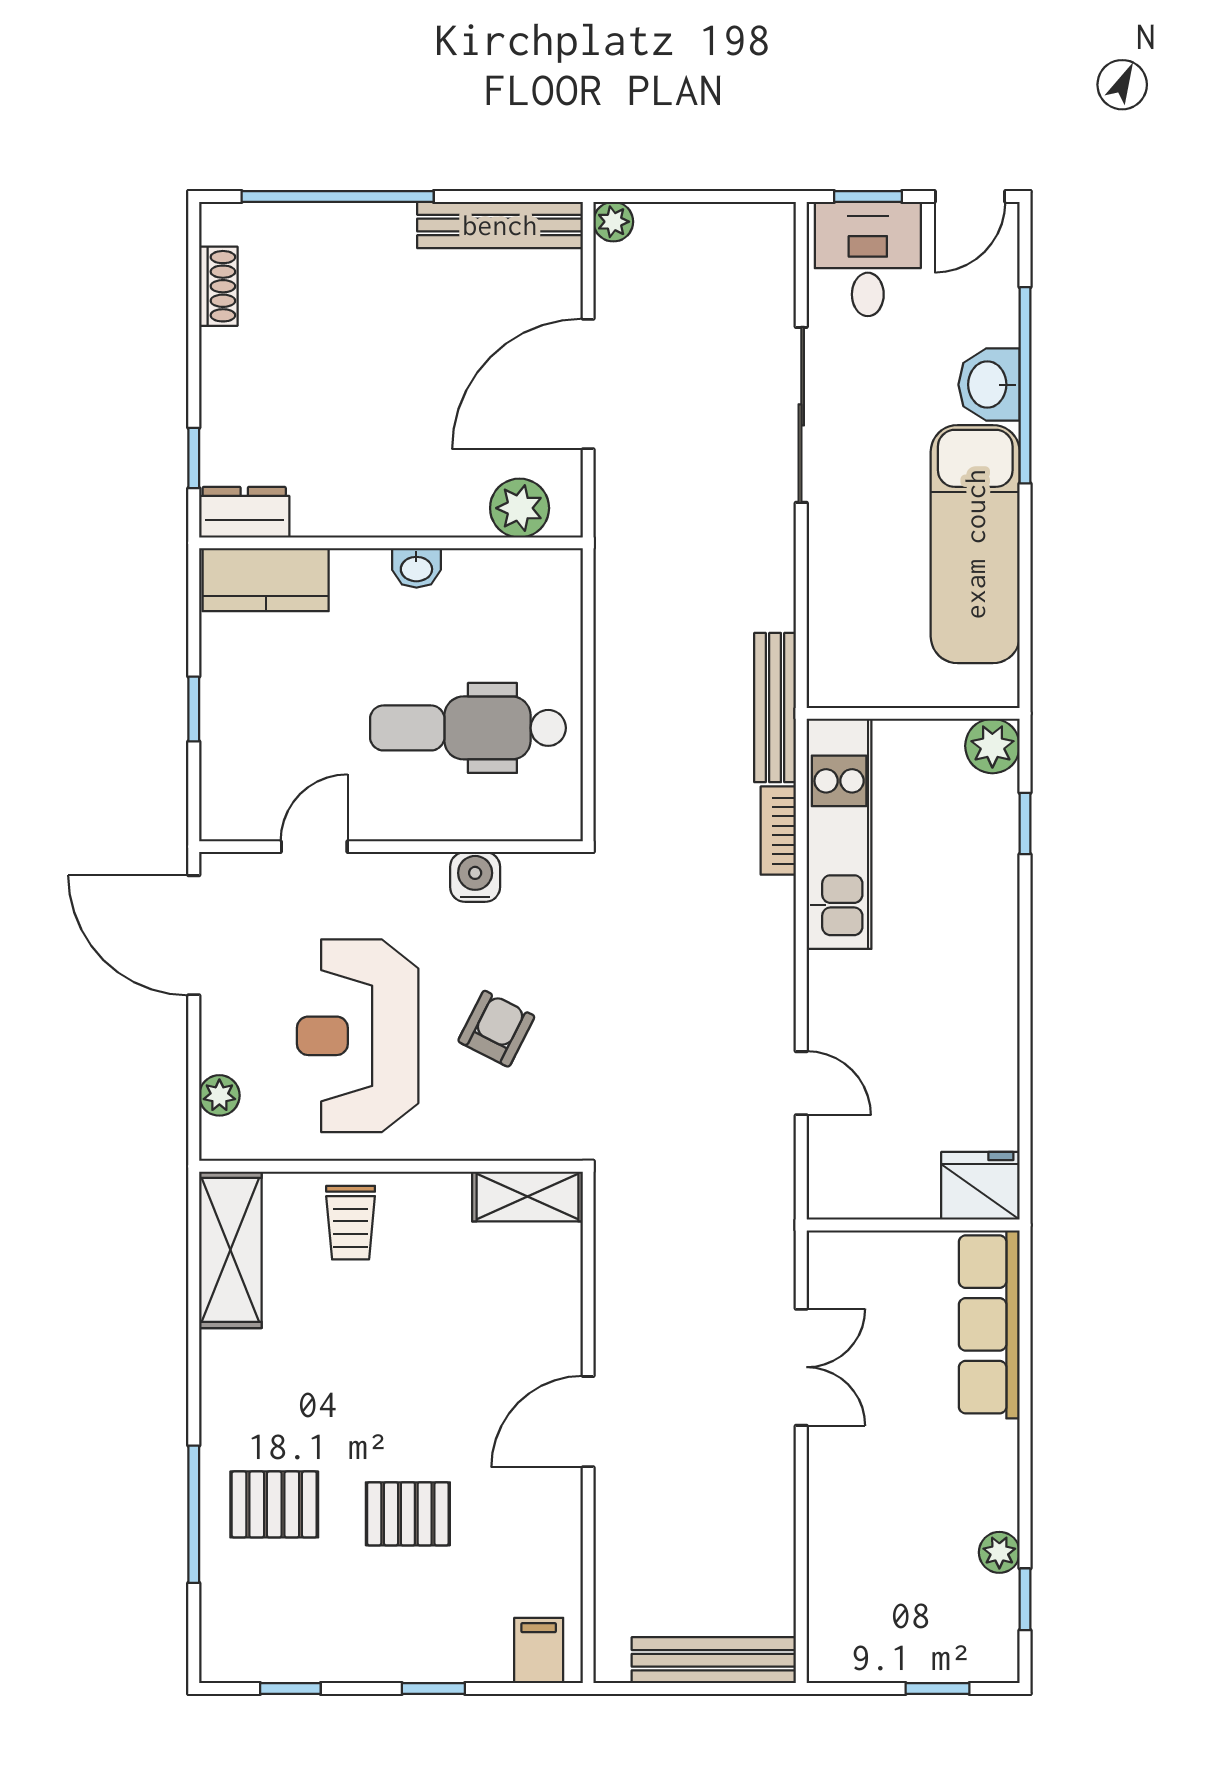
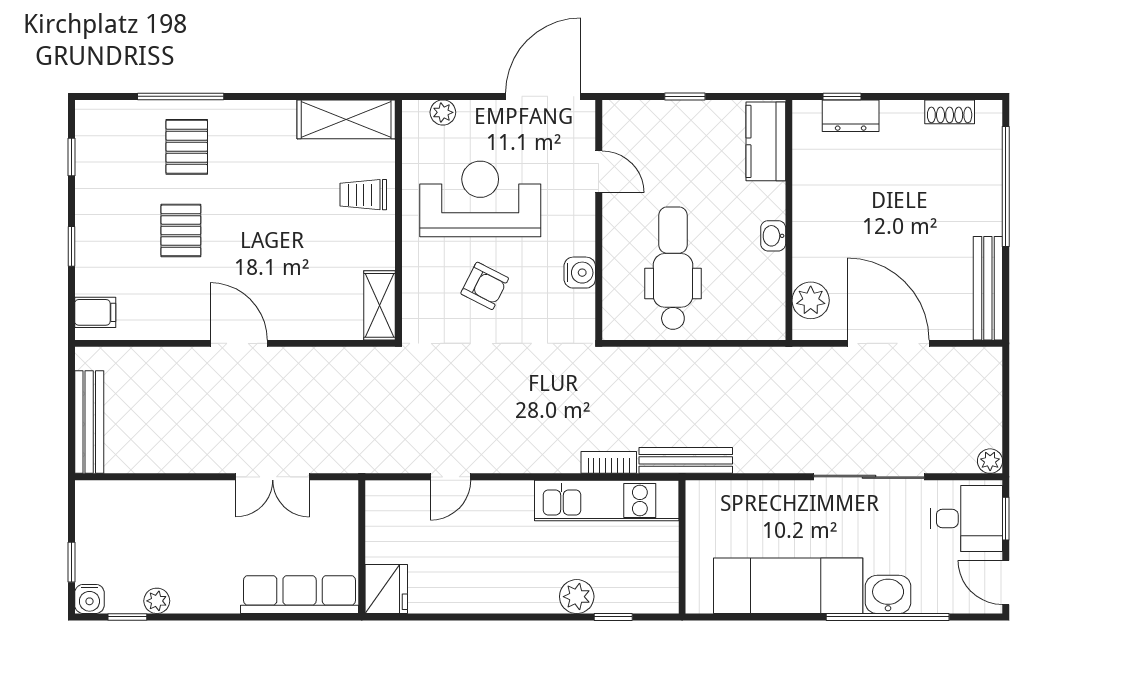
plant: (613, 222) -> (990, 461), moved
dresser: (244, 512) -> (851, 116), moved, turned 90
plant: (992, 746) -> (577, 597), moved
water cooler: (996, 1660) -> (89, 599), added

